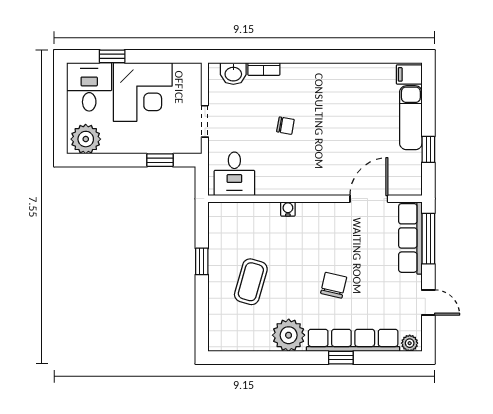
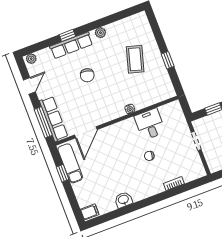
washbasin: (233, 73) -> (123, 200), moved
exam couch: (411, 118) -> (70, 163), moved
desk: (234, 174) -> (150, 124), moved
door: (428, 303) -> (29, 86), swing flipped
plant: (289, 335) -> (100, 33), width x0.53, depth x0.53
row of seats: (353, 340) -> (71, 45), width x0.73

